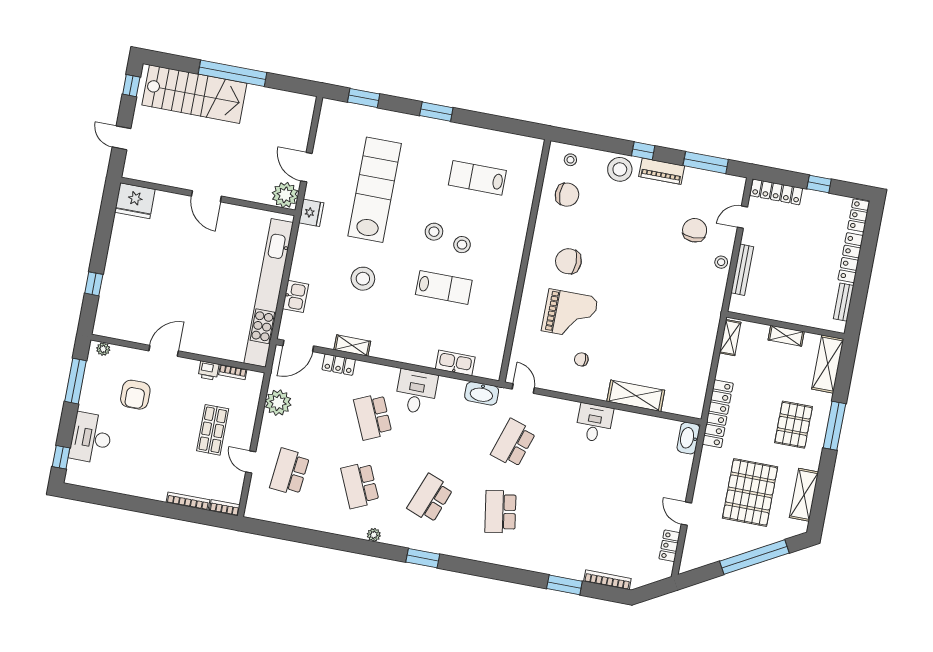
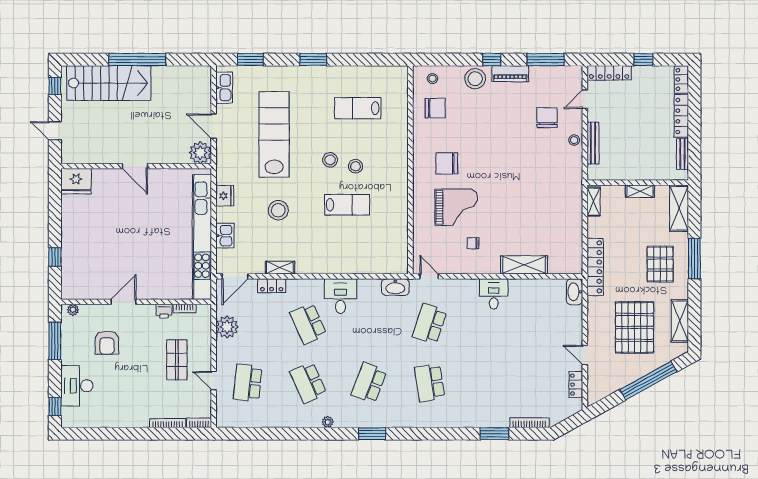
fridge: (311, 213) -> (225, 196), moved
kitchen sink: (455, 363) -> (224, 88), moved, turned 90

